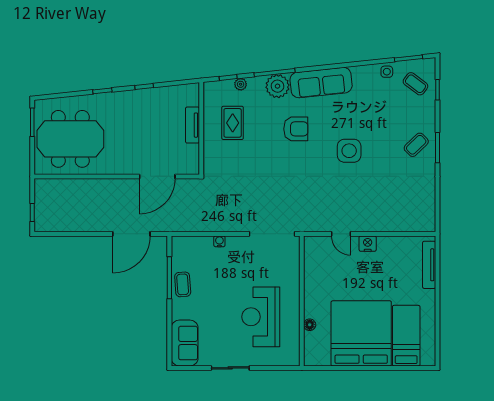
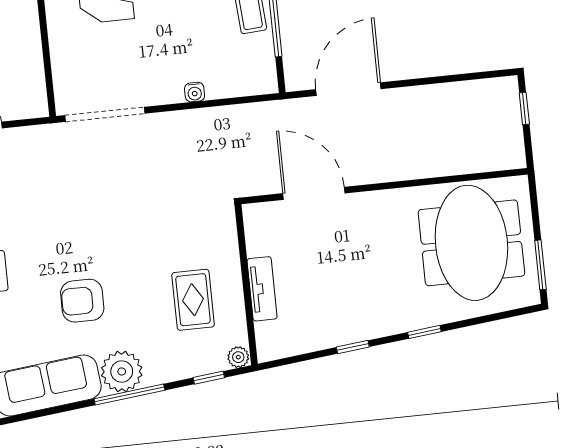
plant: (241, 84) -> (238, 357), moved
meeting table: (70, 139) -> (471, 243), turned 90
door: (157, 176) -> (314, 193), hinge flipped

